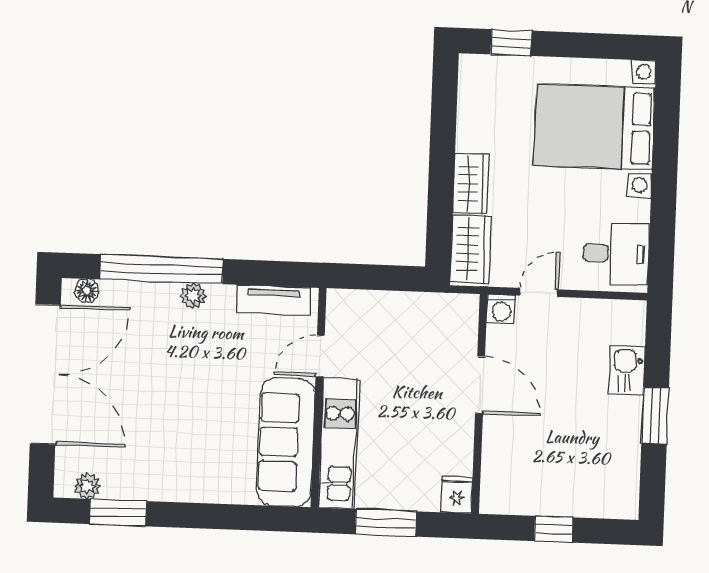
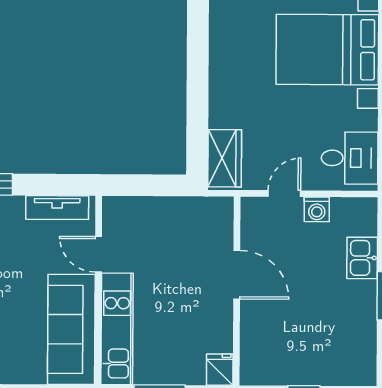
wardrobe: (471, 184) -> (223, 102), removed
washing machine: (501, 309) -> (317, 209), moved
door: (320, 356) -> (98, 254), hinge flipped

